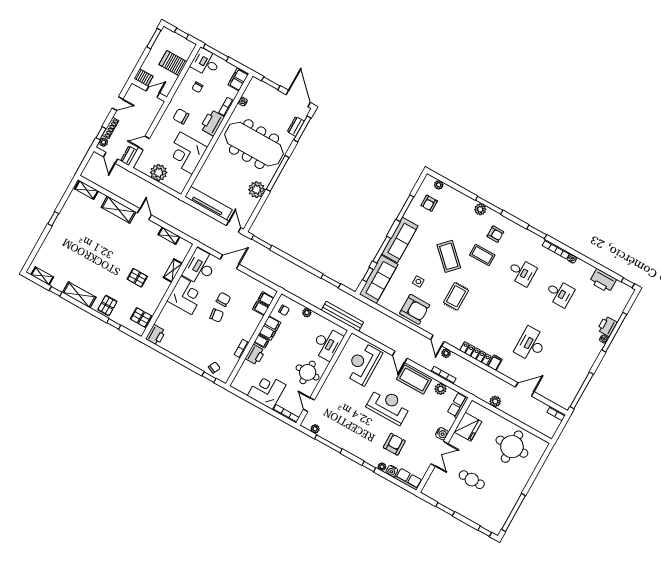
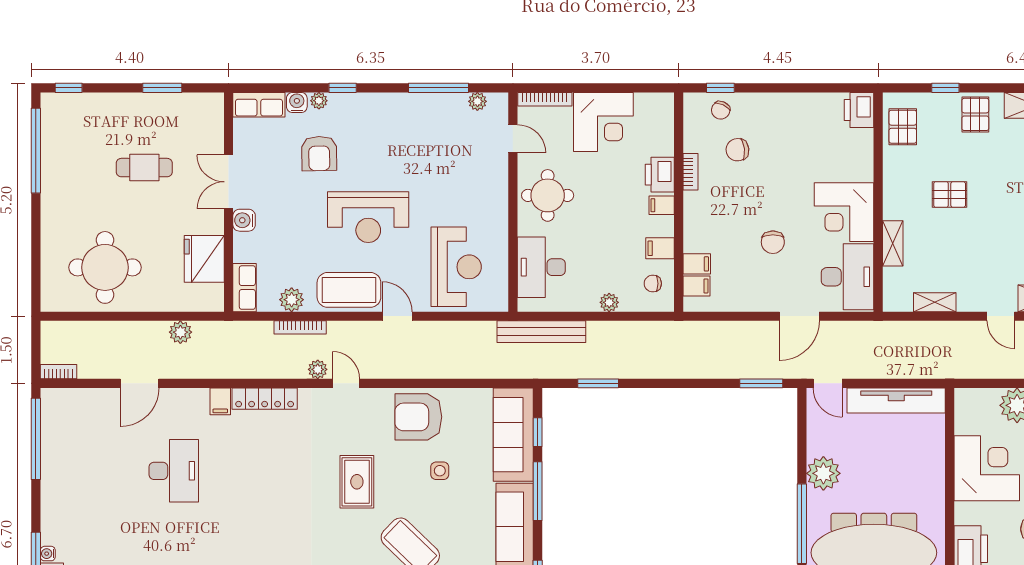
chair: (217, 315) -> (737, 150), moved
pallet: (141, 318) -> (903, 127), turned 90
filing cabinet: (270, 328) -> (660, 248), width x0.50

